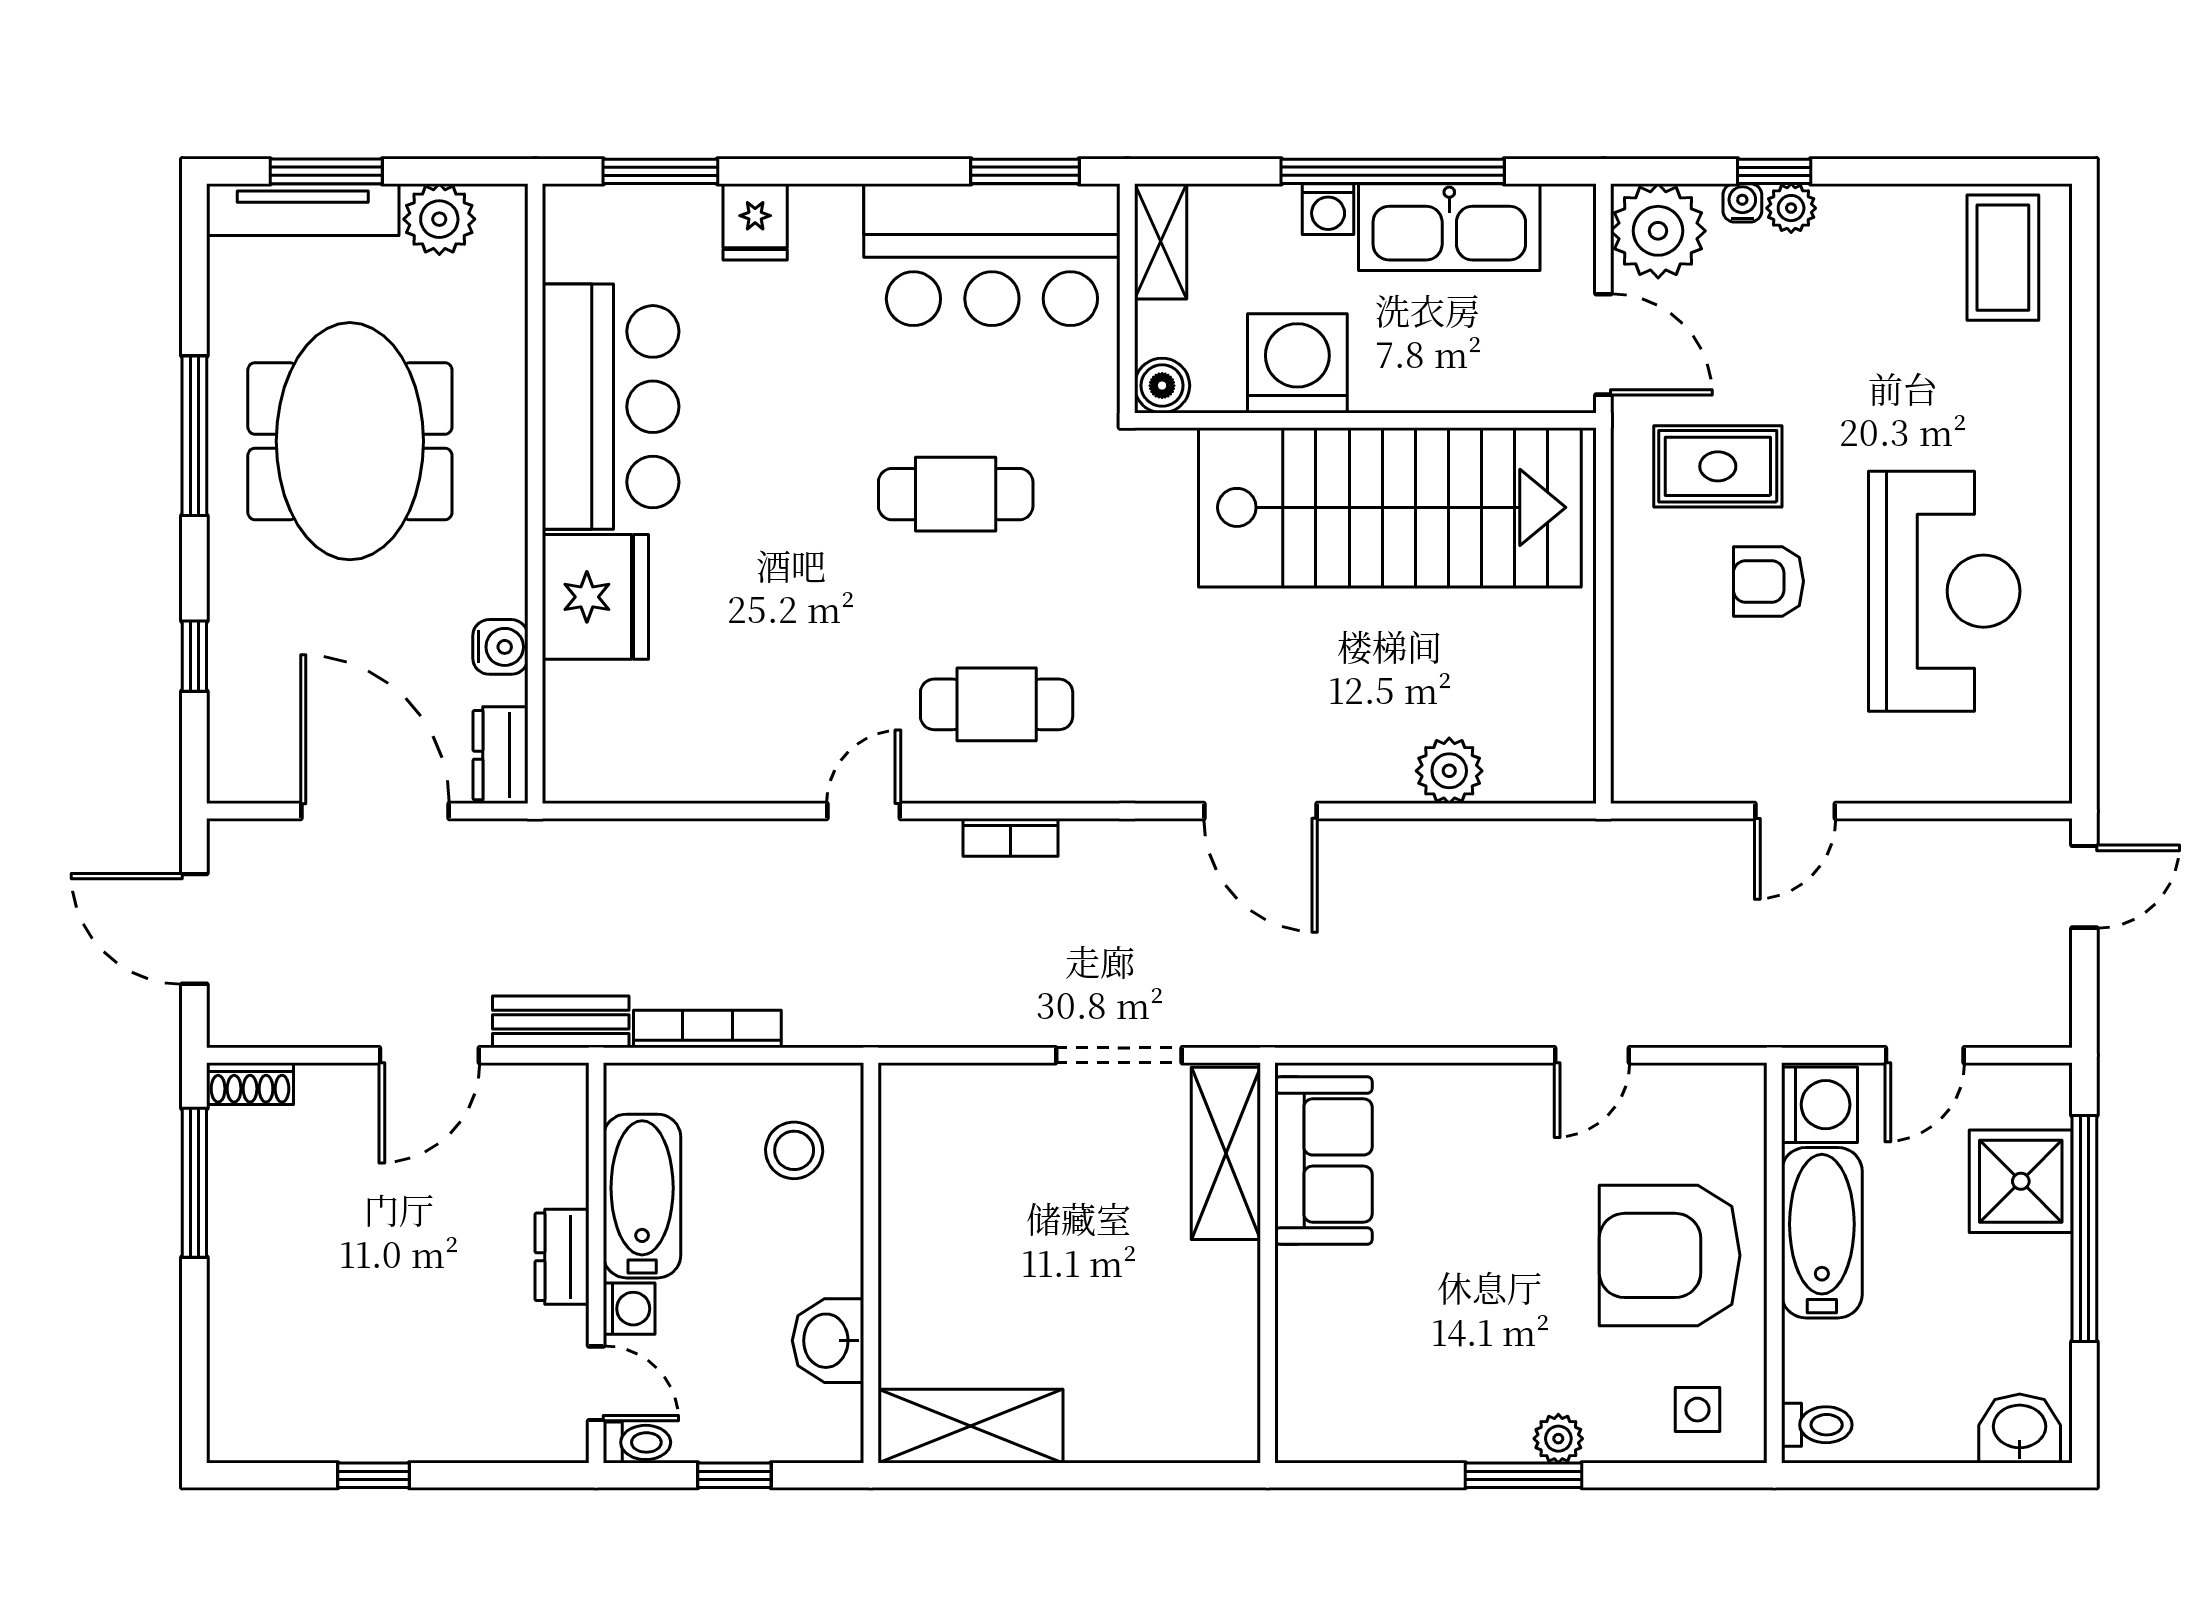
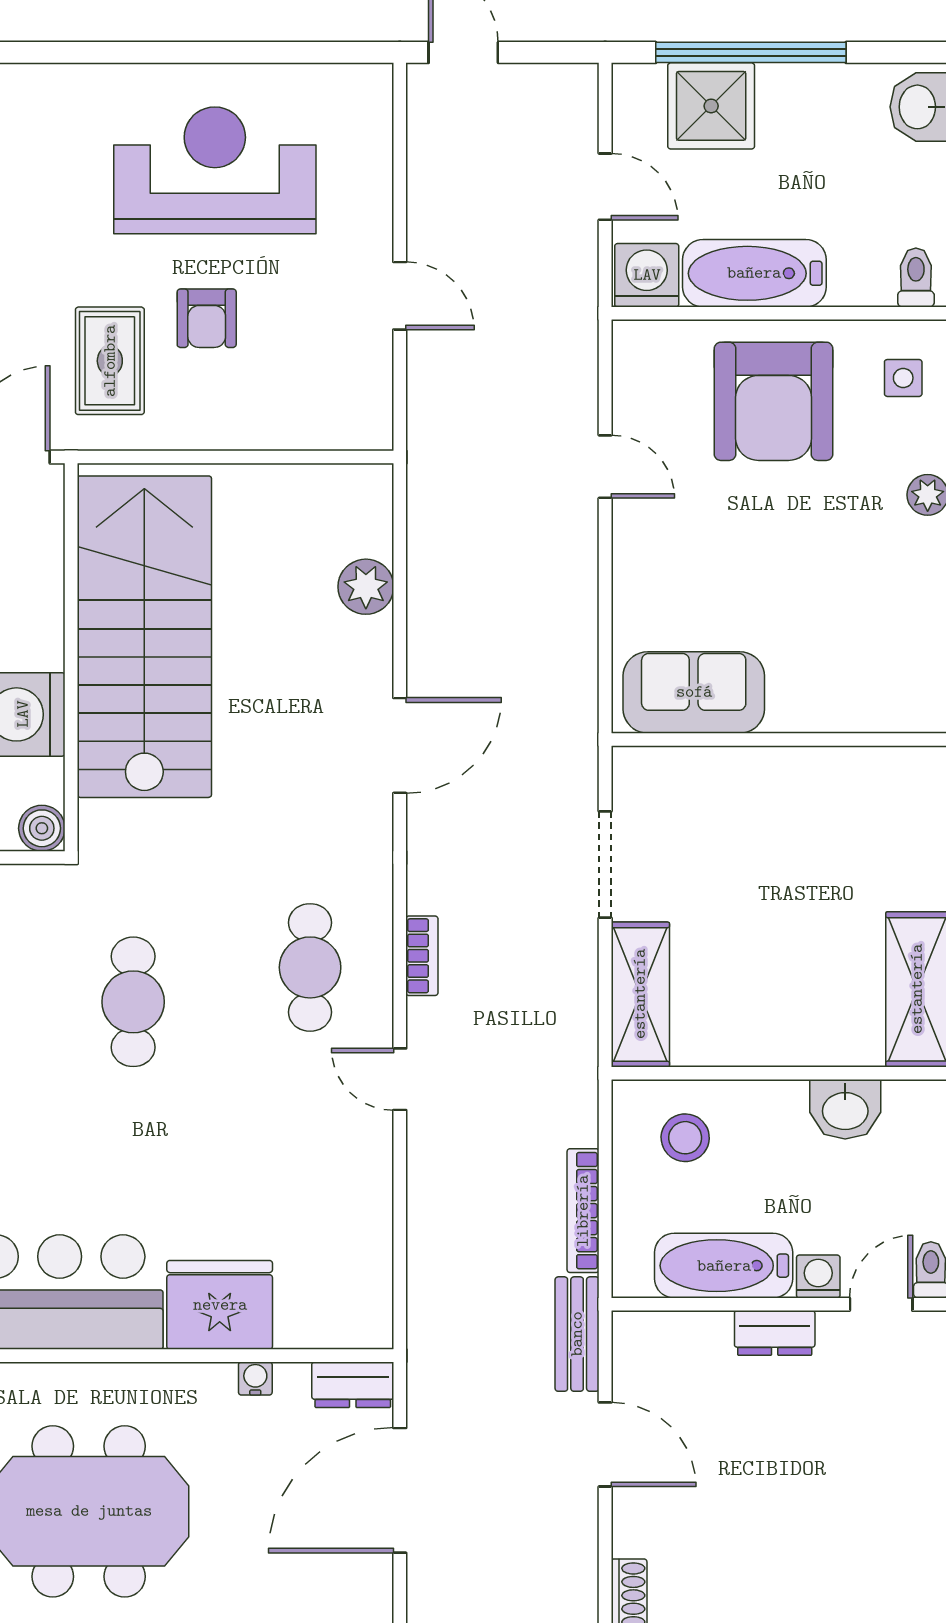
water cooler: (500, 647) -> (255, 1378), width x0.72, depth x0.72
shelving: (1226, 1153) -> (640, 994), moved, turned 90

